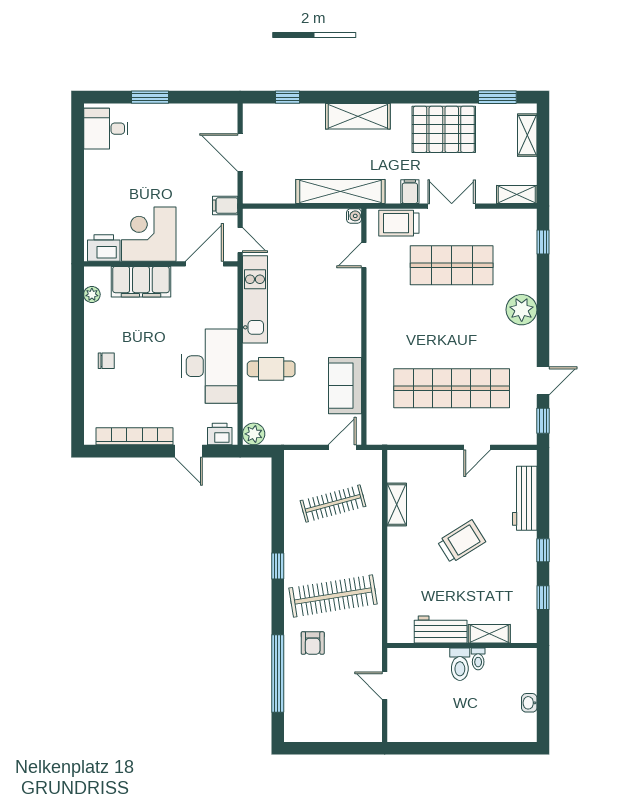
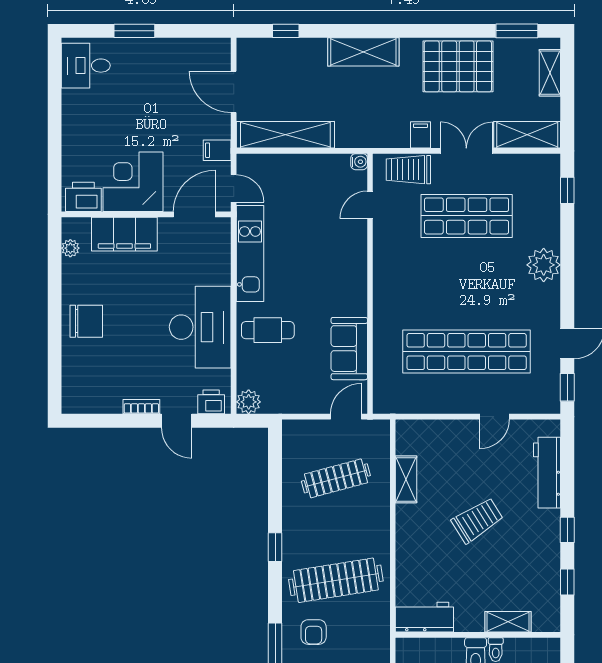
shelving: (340, 191) -> (285, 135), moved
shelving: (517, 195) -> (527, 135), width x1.50, depth x1.33
chair: (106, 361) -> (86, 321), width x1.87, depth x1.87
bookcase: (135, 436) -> (141, 407), width x0.43, depth x0.76
workbench: (441, 629) -> (424, 617), moved

